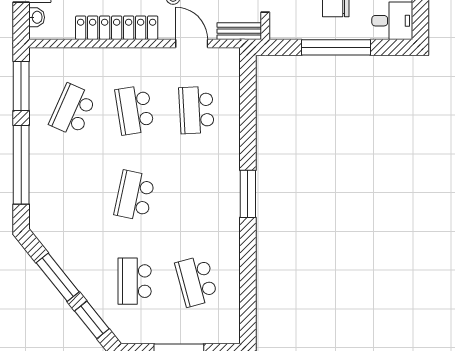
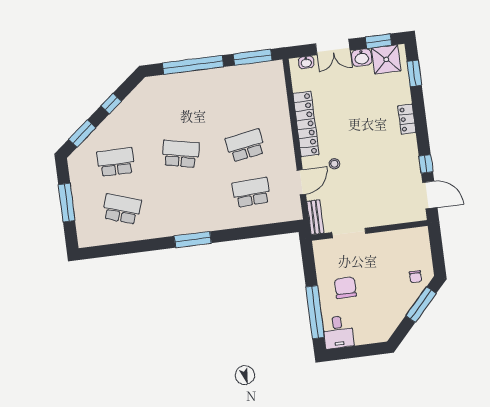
window: (336, 47) -> (315, 312), moved
school desk: (73, 110) -> (239, 99), removed
window: (58, 277) -> (111, 103), width x0.46
school desk: (196, 281) -> (122, 209), turned 33

